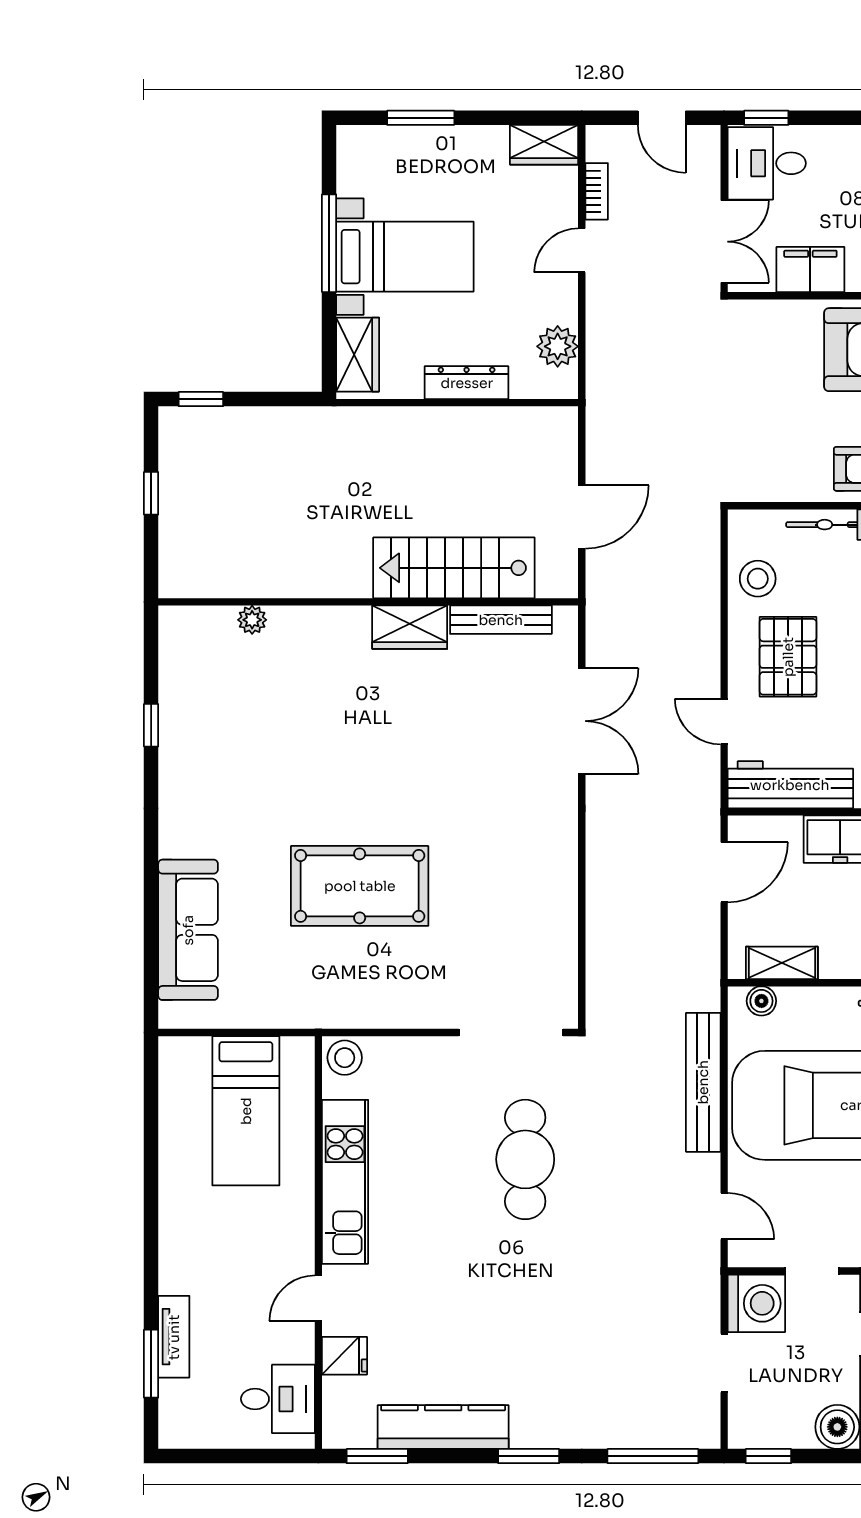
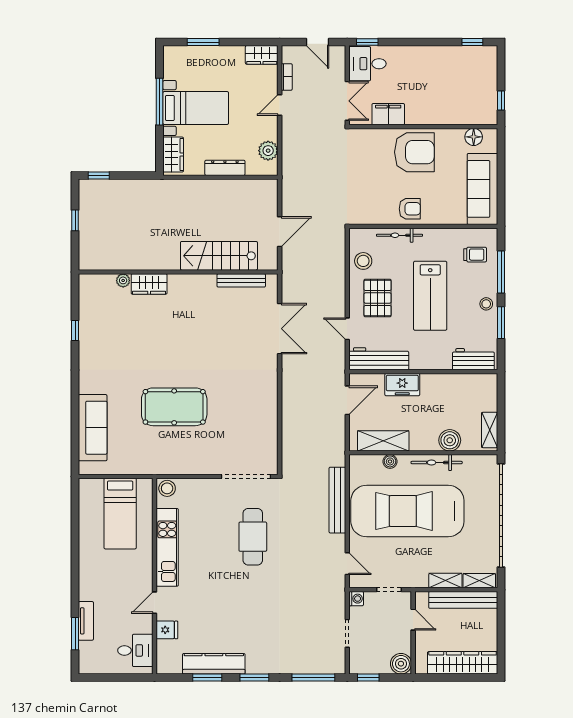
wardrobe: (410, 627) -> (149, 284), moved
shelving: (782, 963) -> (383, 441), width x1.50, depth x1.33
boiler: (761, 1001) -> (390, 461), moved
washing machine: (756, 1303) -> (356, 599), width x0.53, depth x0.53
window: (377, 1456) -> (207, 678), moved

